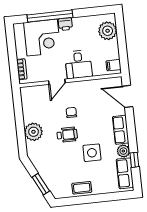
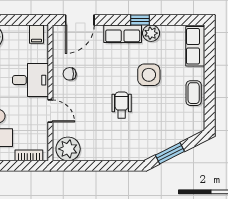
chair: (71, 112) -> (70, 74), moved
plant: (33, 132) -> (68, 149), moved
window: (134, 160) -> (140, 20), moved
row of seats: (125, 173) -> (195, 46), moved, turned 90
window: (41, 184) -> (170, 153), moved

